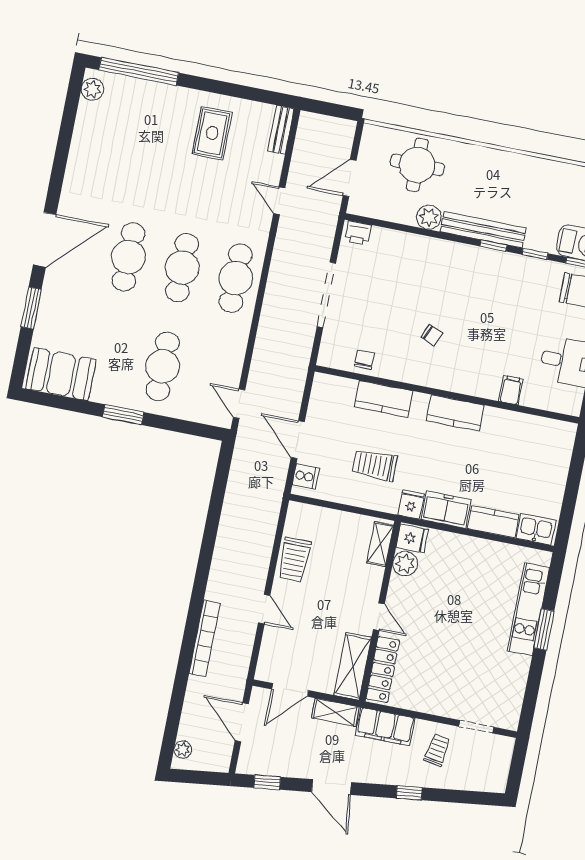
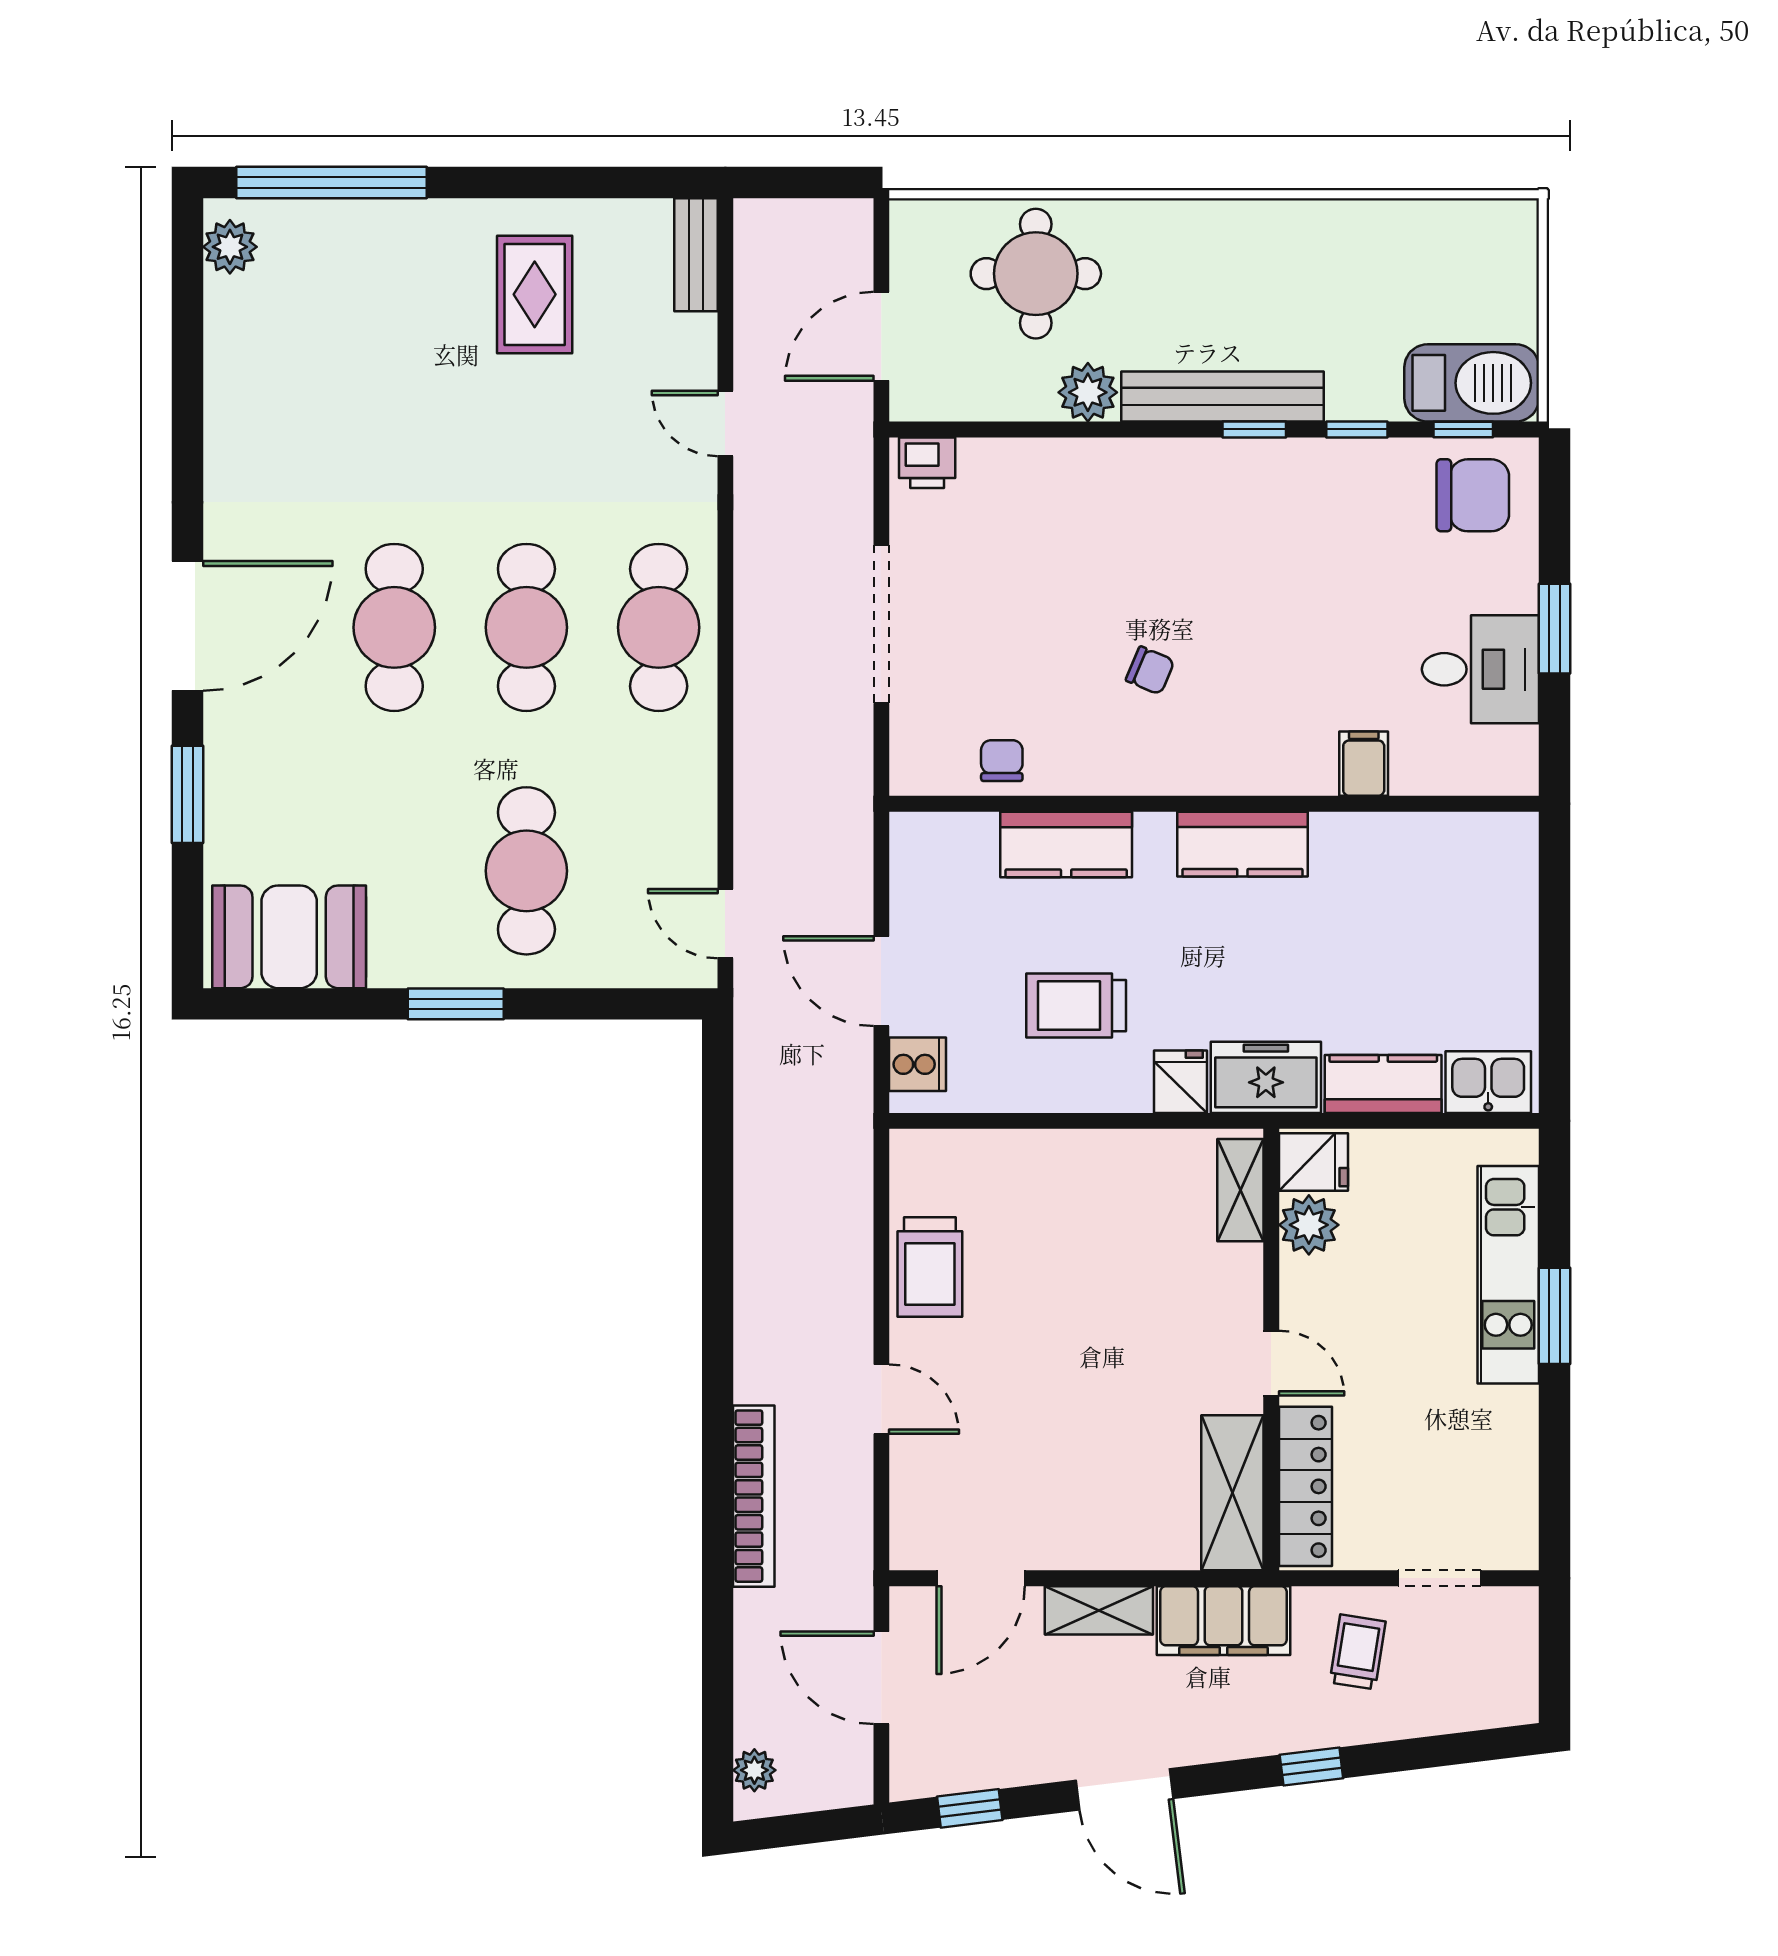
fridge: (412, 539) -> (1313, 1162), moved
shelving: (380, 544) -> (1240, 1190), moved
plant: (405, 564) -> (1309, 1225), moved
wall: (380, 611) -> (1271, 1350), moved
door: (379, 617) -> (1271, 1363), moved
shelving: (353, 666) -> (1232, 1493), moved
locker: (383, 670) -> (1305, 1486), moved

